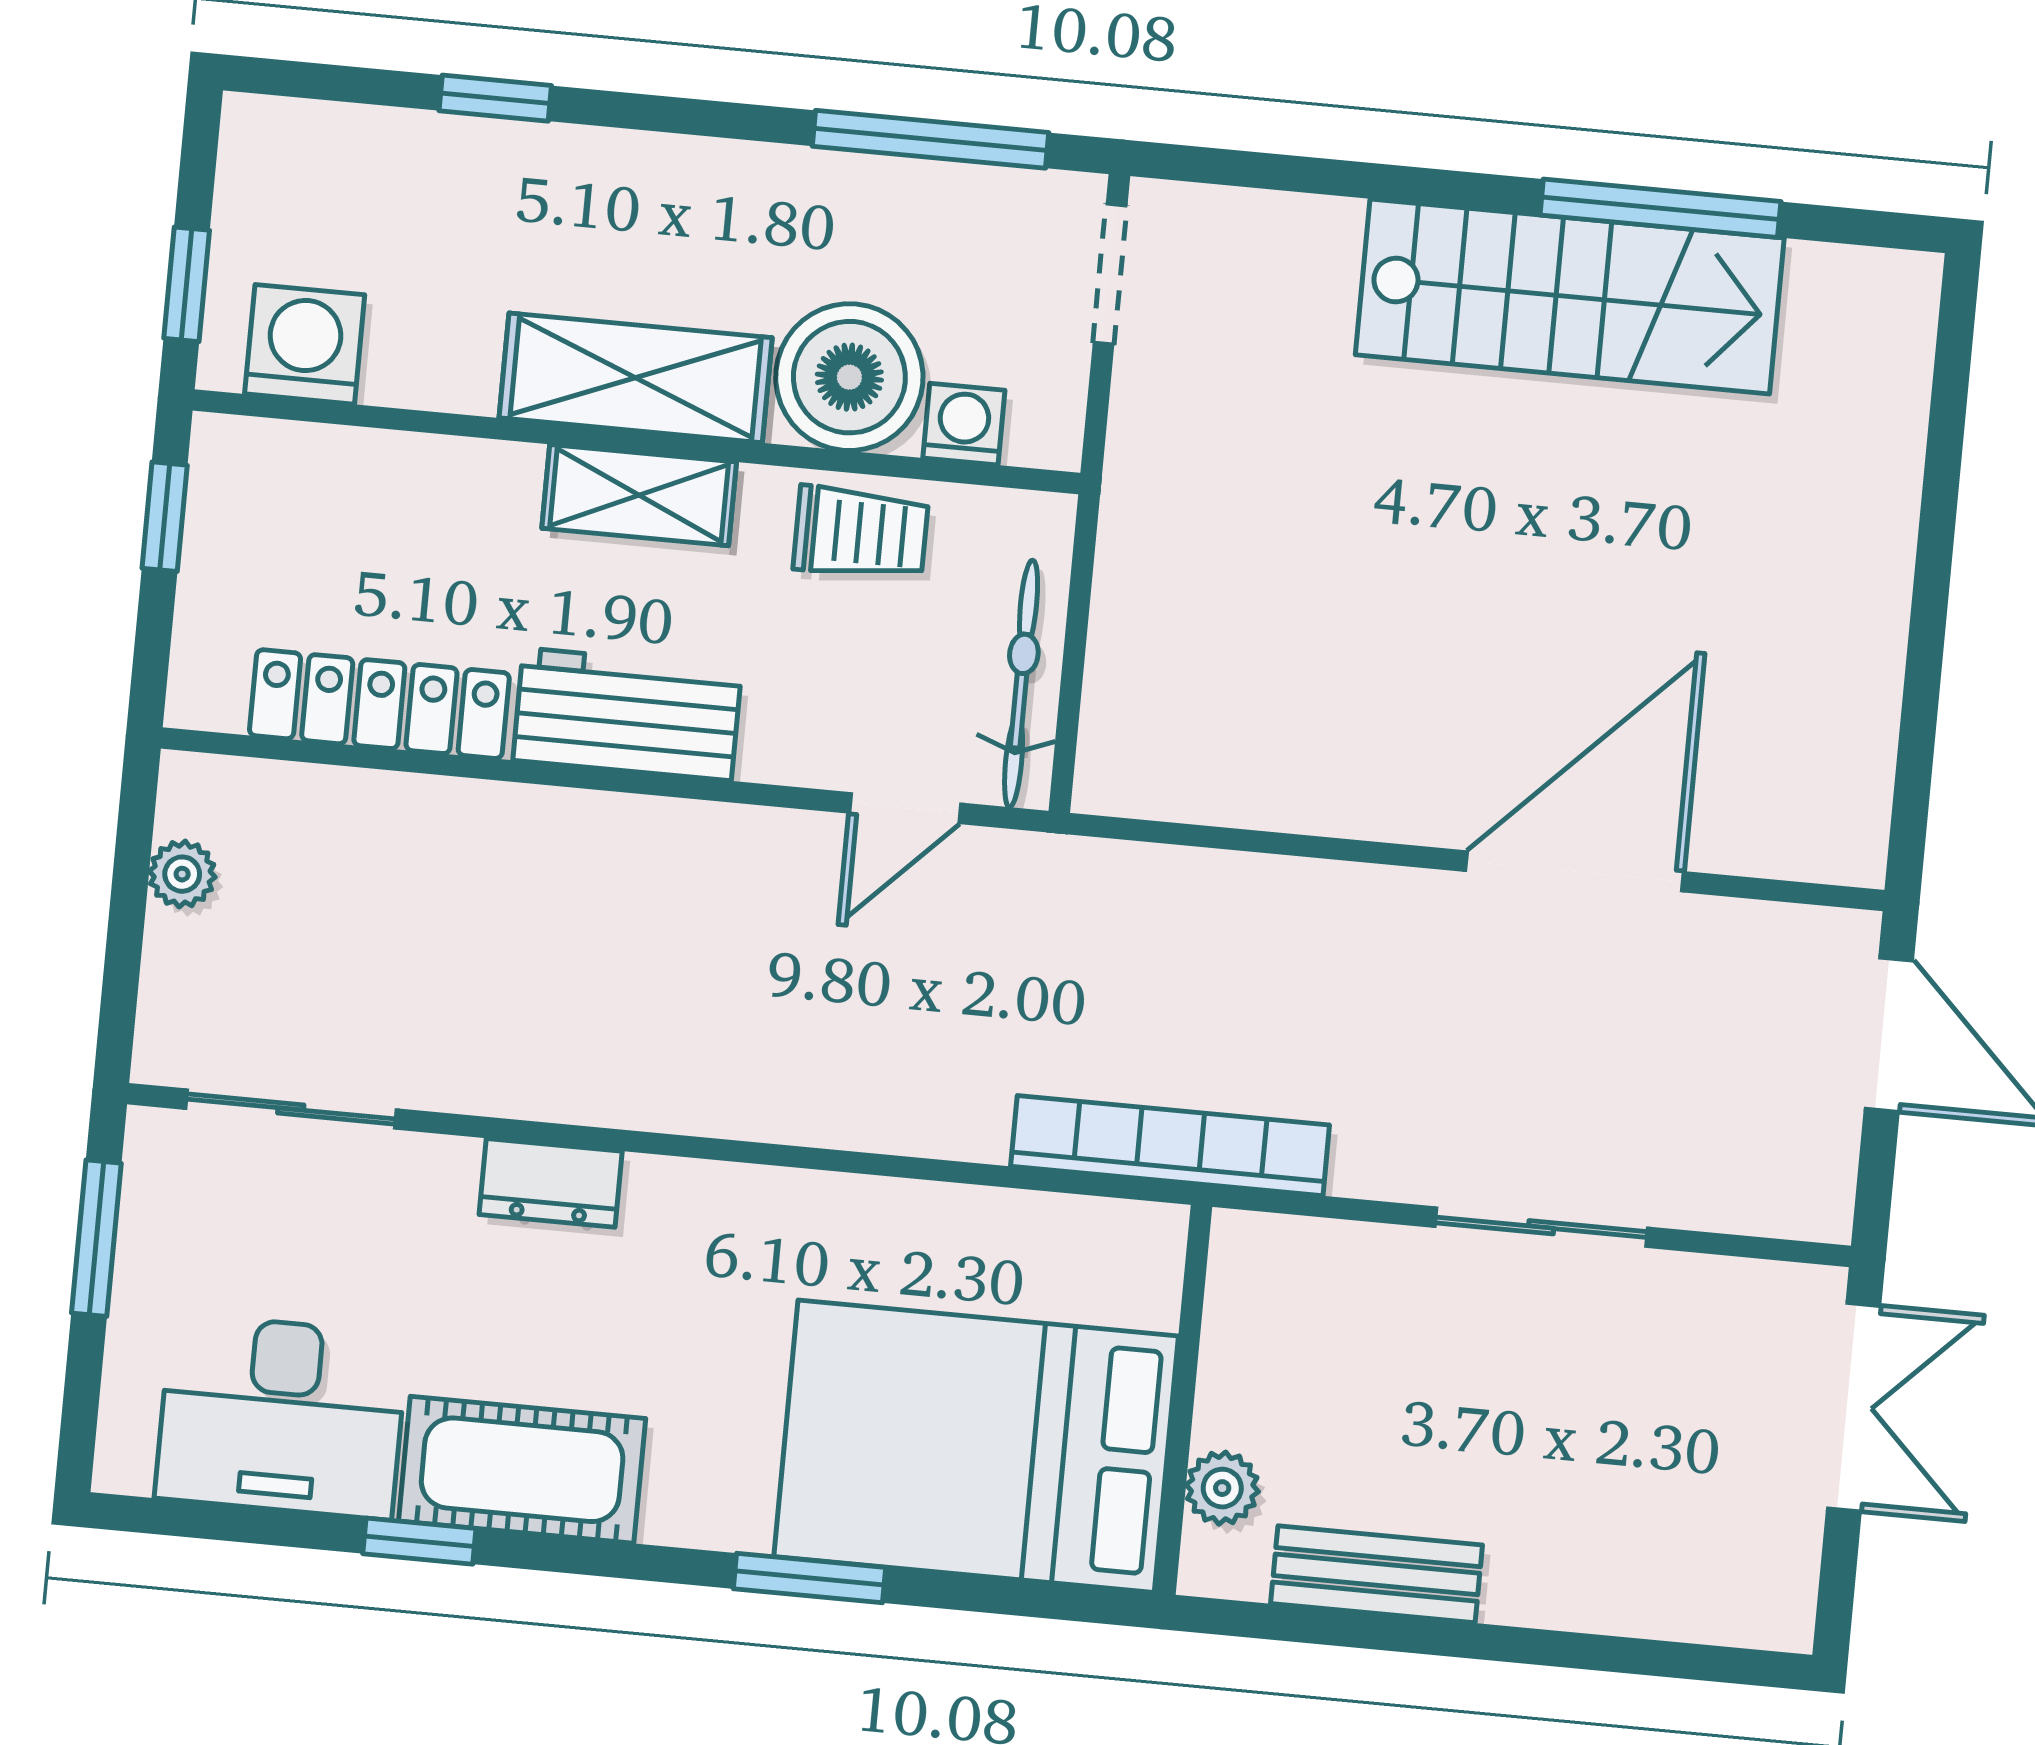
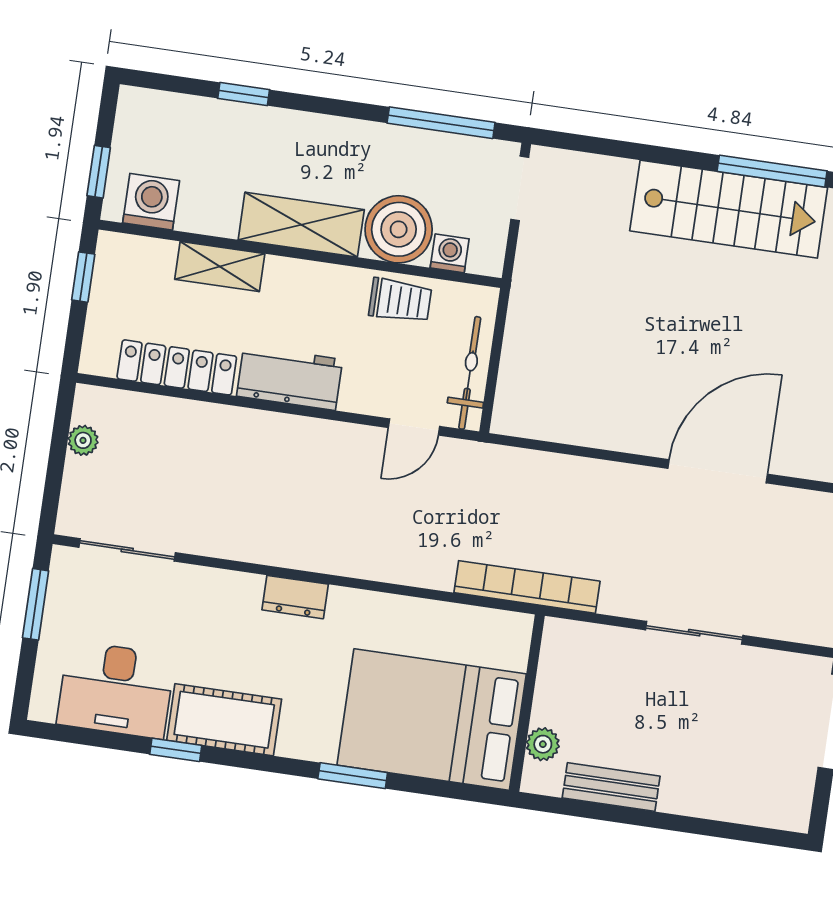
shelving: (639, 495) -> (220, 266), moved
dresser: (551, 1183) -> (295, 597), moved

